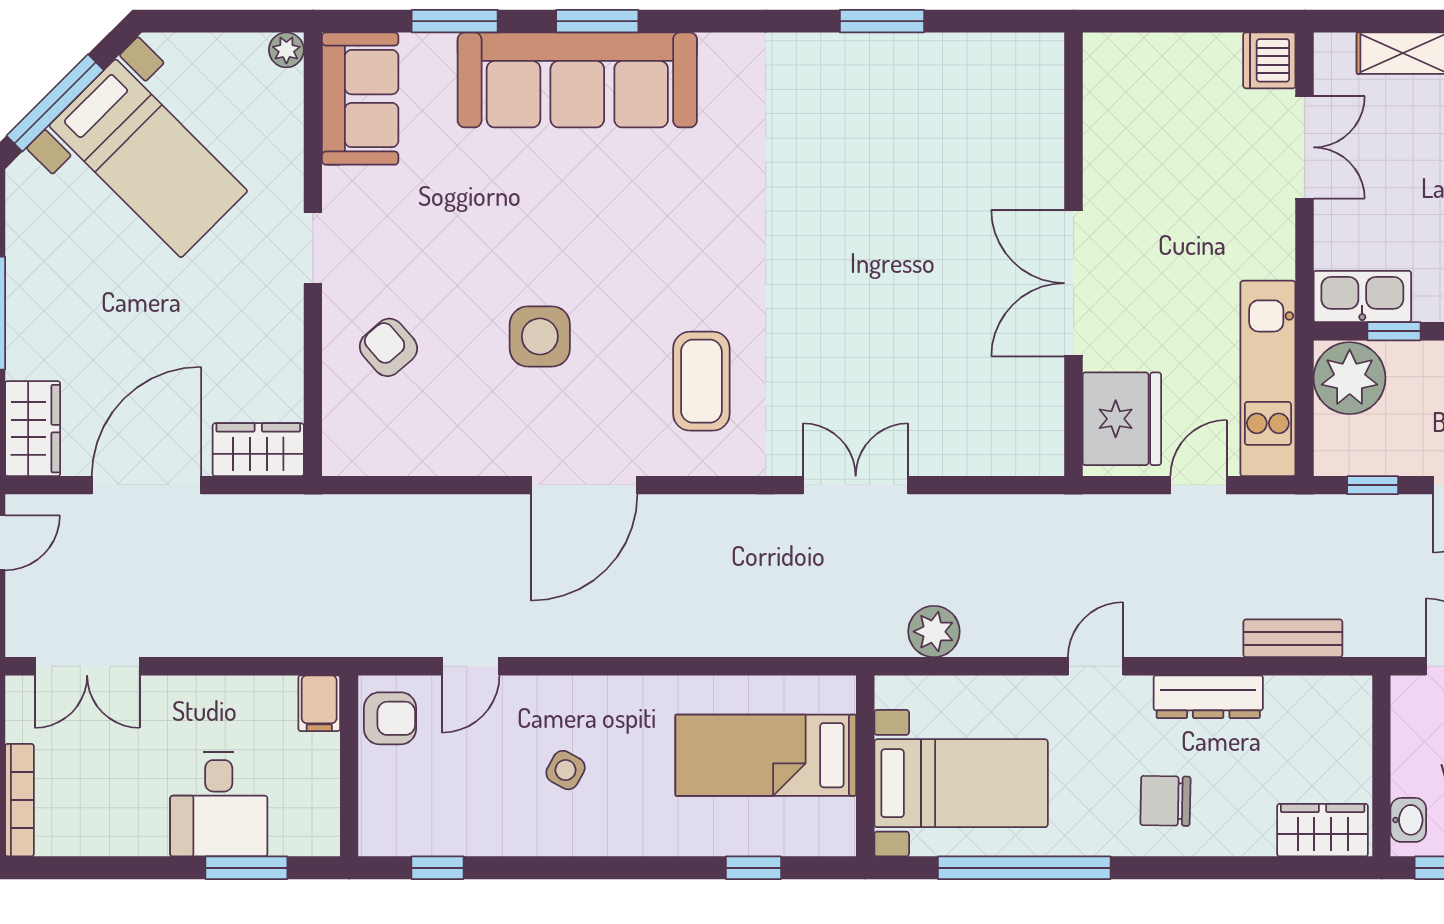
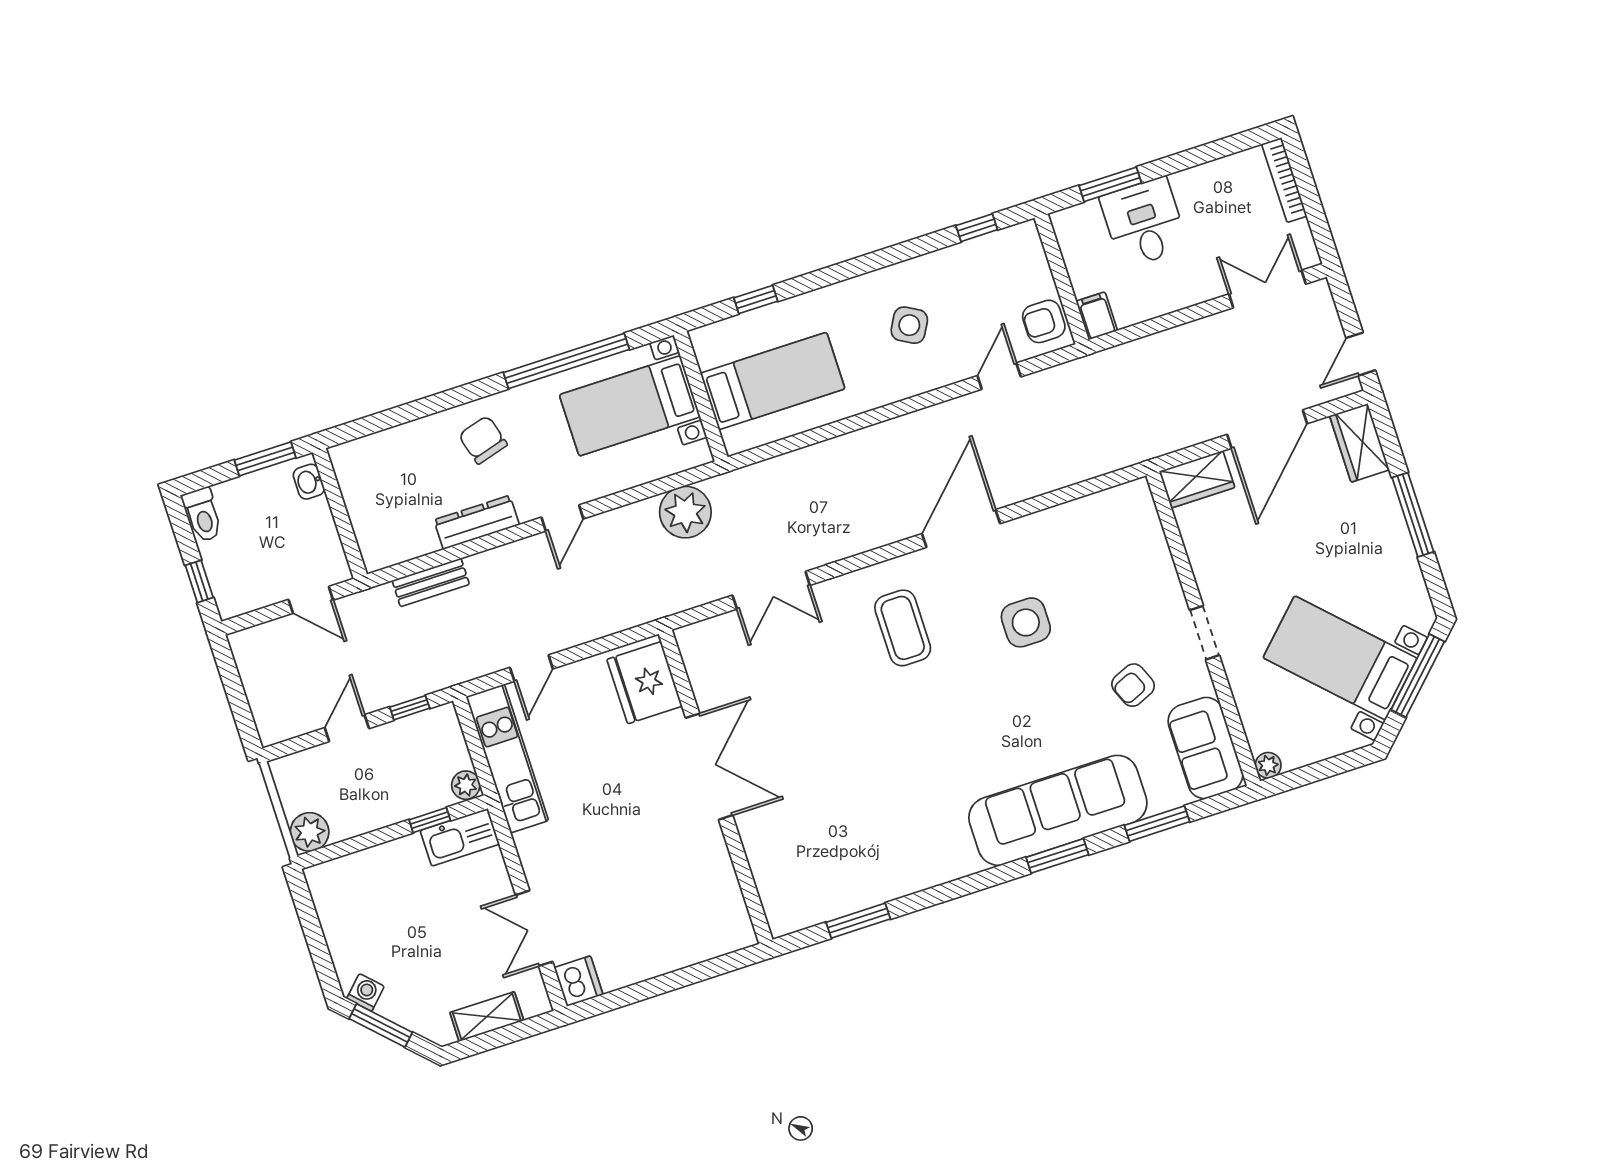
wall: (1074, 254) -> (716, 787), moved
double door: (1074, 283) -> (709, 767), moved
armchair: (388, 347) -> (1133, 685), moved, turned 108
plant: (1350, 378) -> (466, 785), width x0.53, depth x0.53
fridge: (1122, 419) -> (645, 683), moved
plant: (934, 632) -> (685, 512), width x1.36, depth x1.36
side table: (566, 770) -> (909, 325), width x1.37, depth x1.37
chair: (1165, 801) -> (483, 440), turned -107
wardrobe: (1323, 830) -> (366, 455), removed

